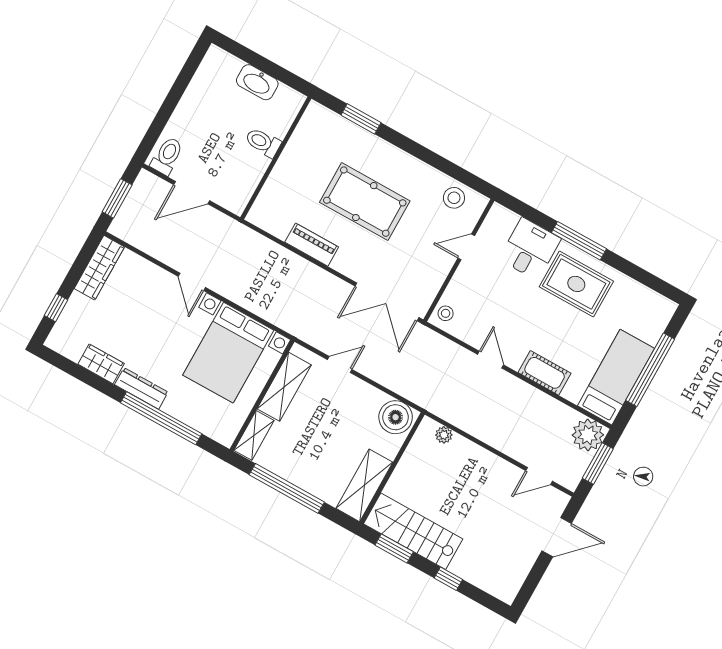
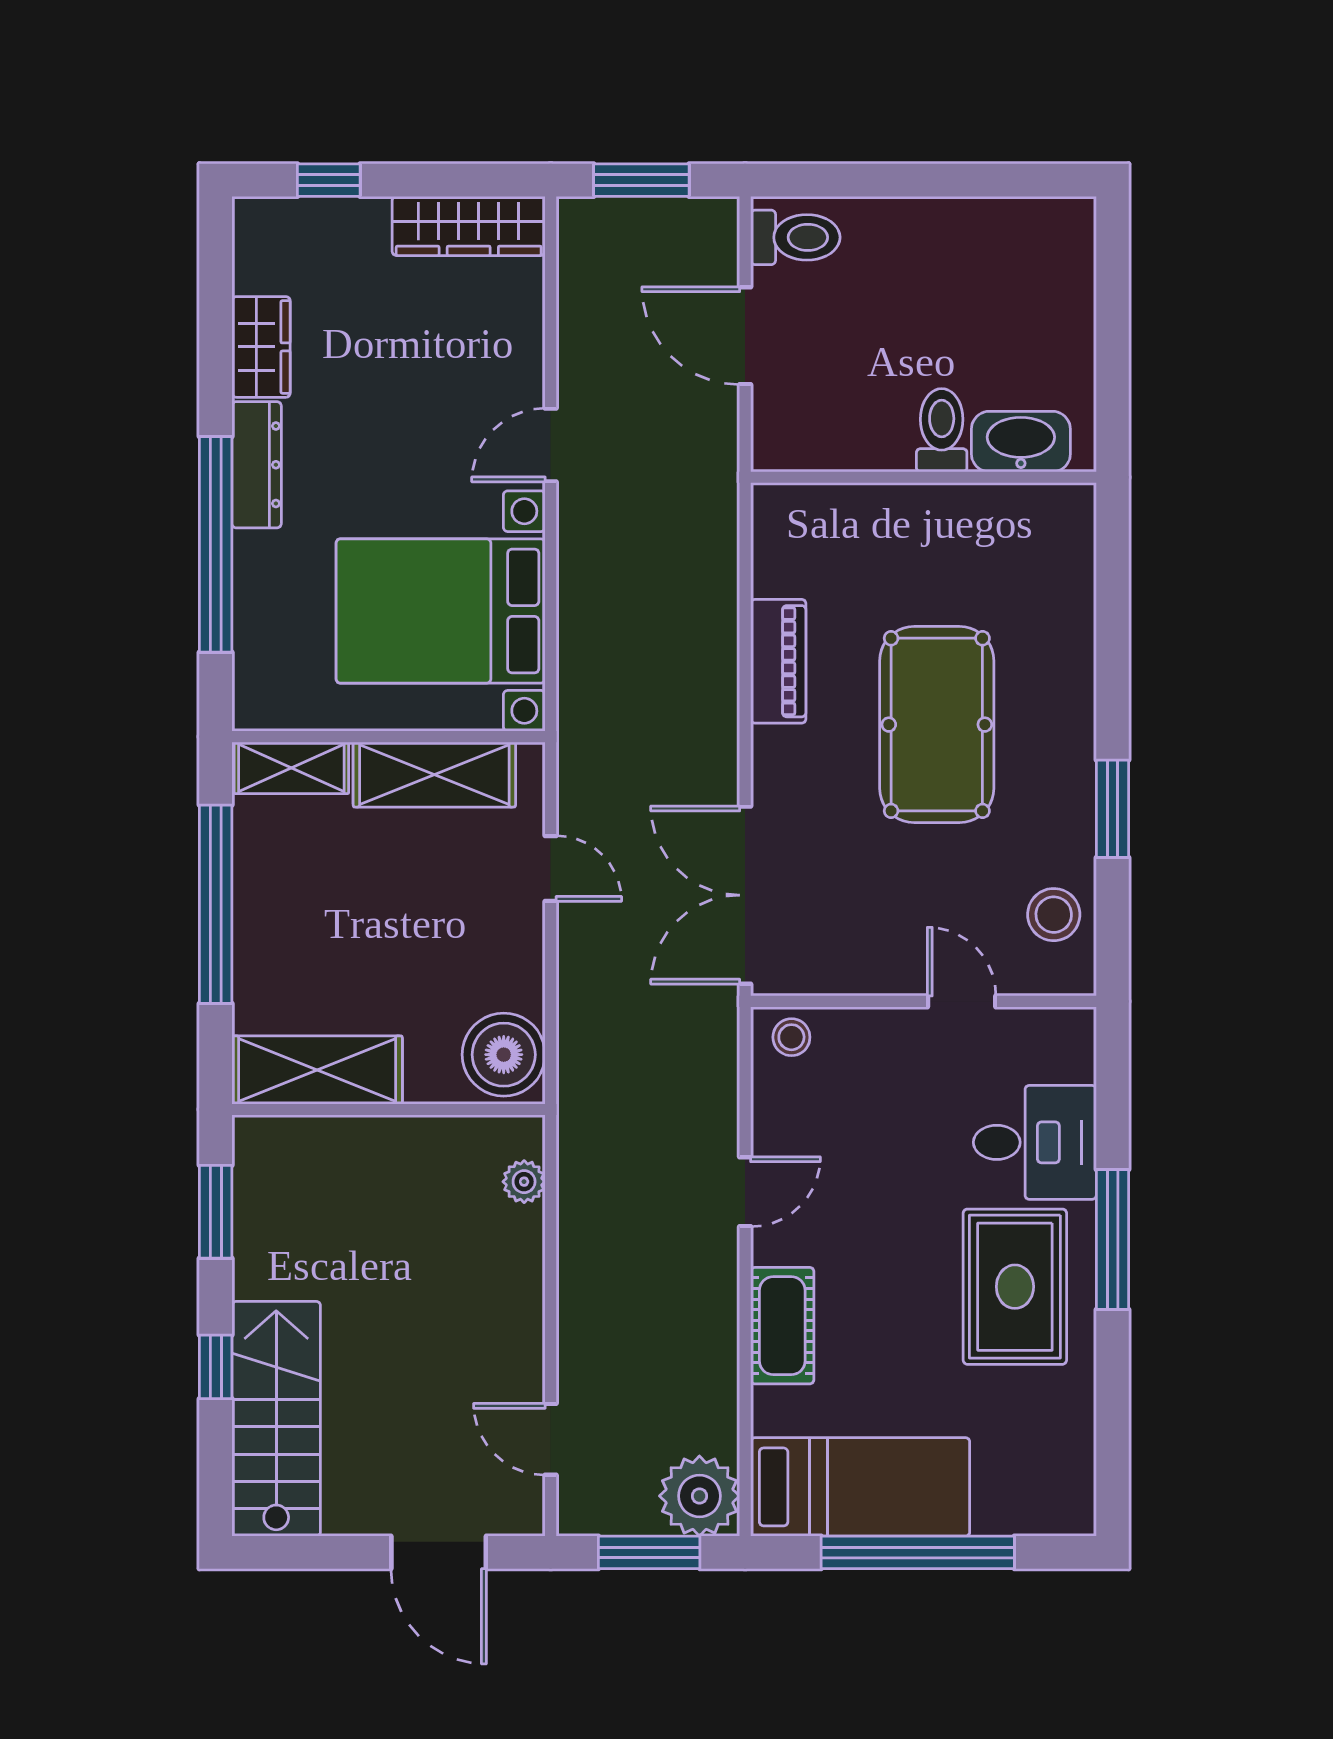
washbasin: (257, 82) -> (1021, 442), moved, turned 90
window: (361, 119) -> (1113, 809), moved
stairs: (413, 531) -> (276, 1419), moved

